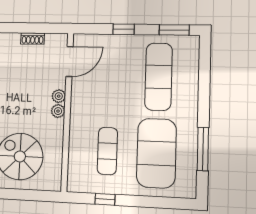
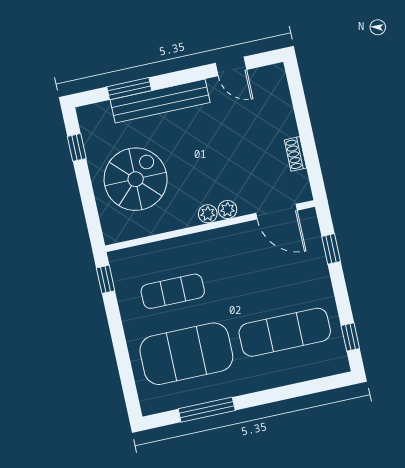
window: (124, 29) -> (331, 249), moved
window: (174, 30) -> (350, 337), width x0.67
window: (105, 199) -> (106, 279), moved

